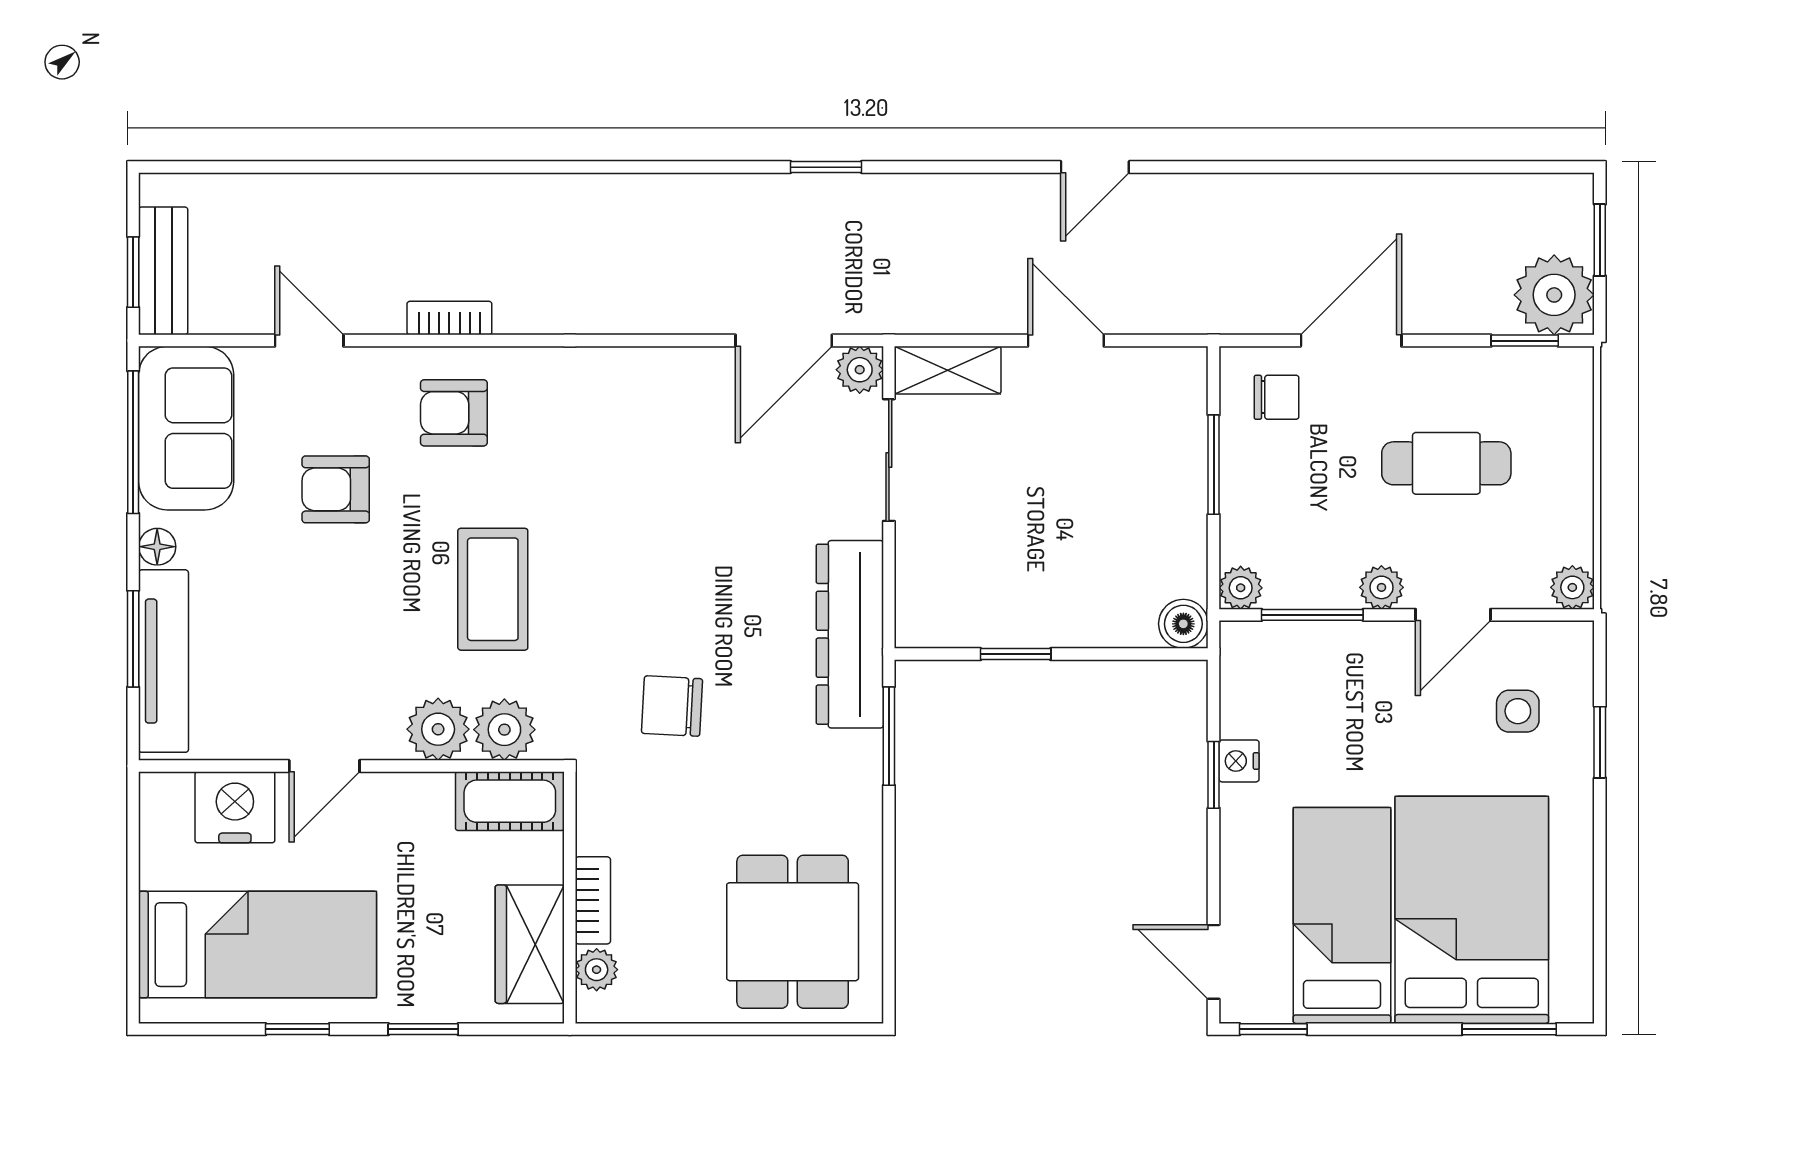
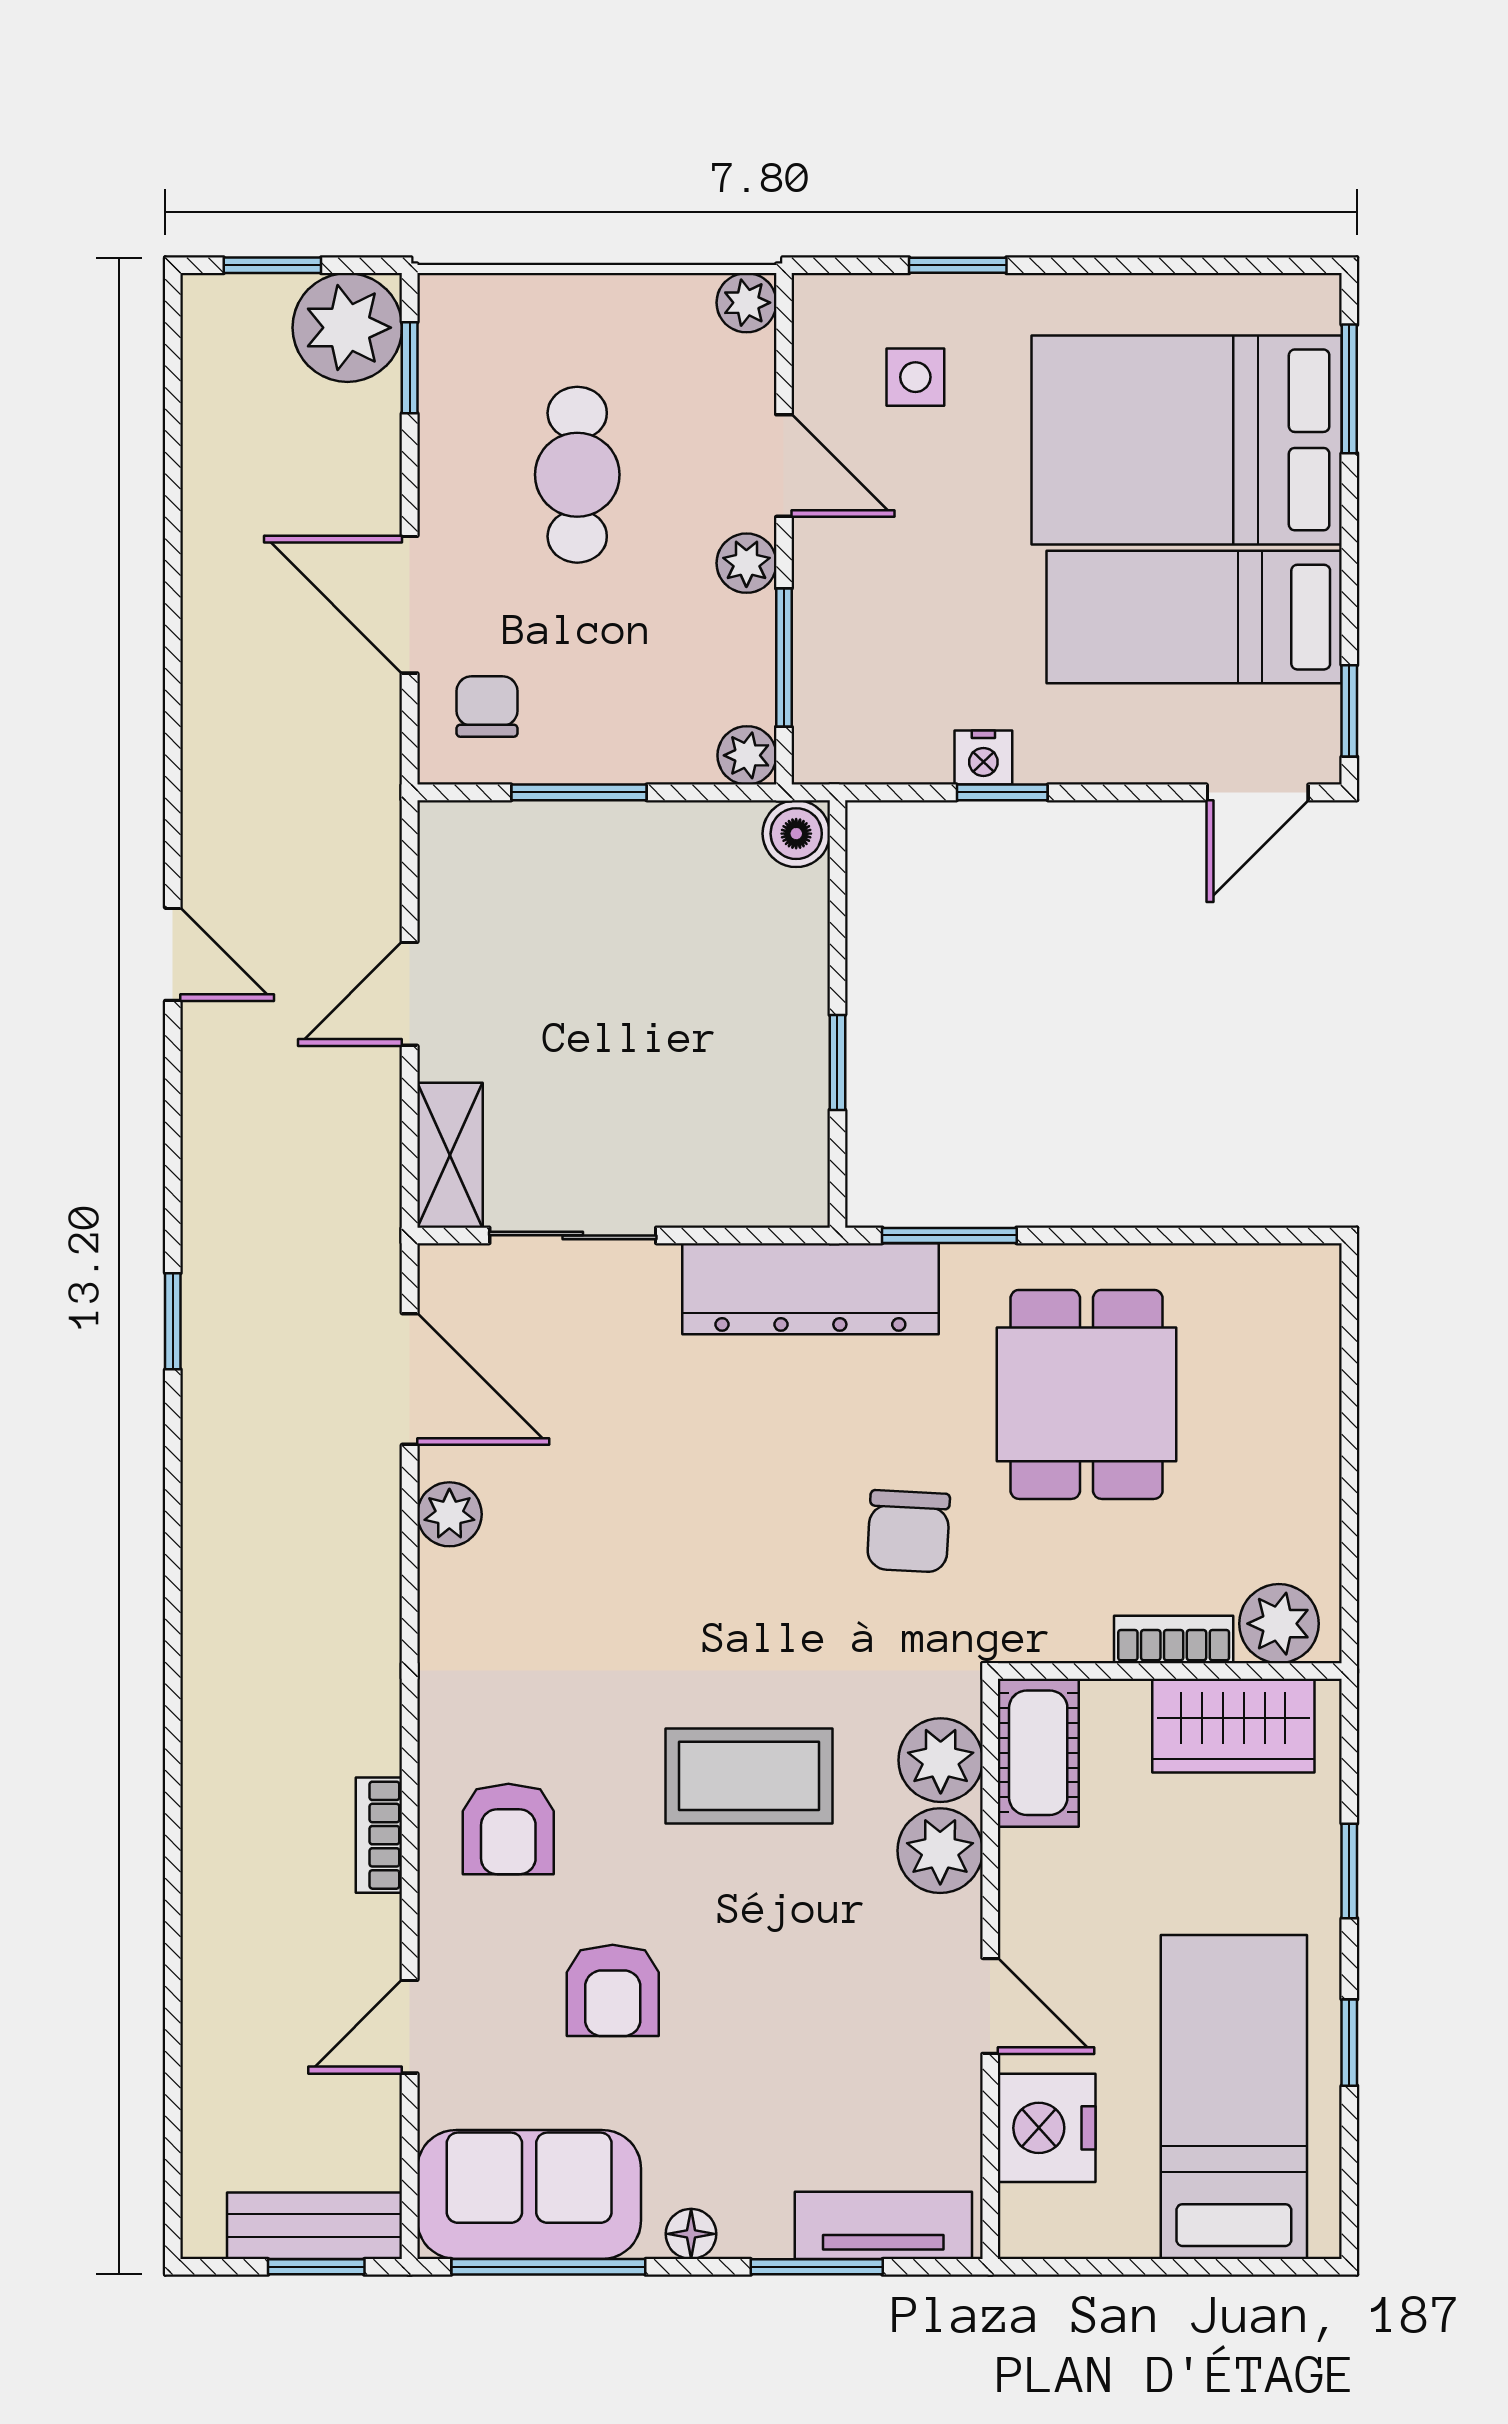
plant: (860, 370) -> (449, 1514), moved
tv unit: (164, 661) -> (883, 2225), width x0.71
dining table: (793, 932) -> (1087, 1394), moved, turned 90
plant: (597, 970) -> (1279, 1624), width x1.38, depth x1.38

